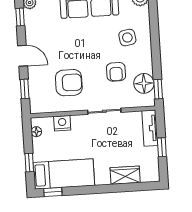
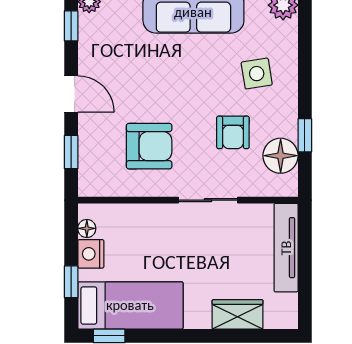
window: (158, 89) -> (305, 135), moved
nightstand: (62, 123) -> (91, 254), moved, turned -90
tv unit: (150, 128) -> (286, 248), width x1.41
window: (162, 147) -> (305, 269), removed

